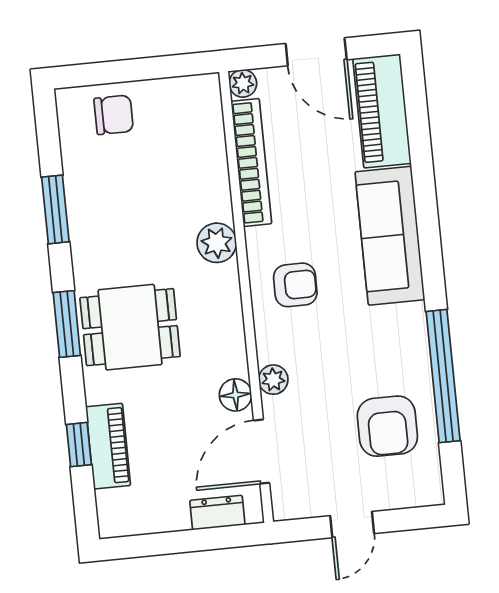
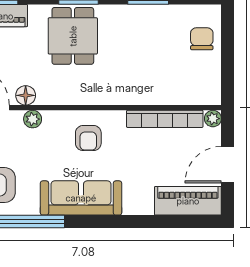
chair: (114, 115) -> (202, 39), turned 180
sofa: (390, 236) -> (81, 198), moved
plant: (217, 243) -> (118, 93), removed

